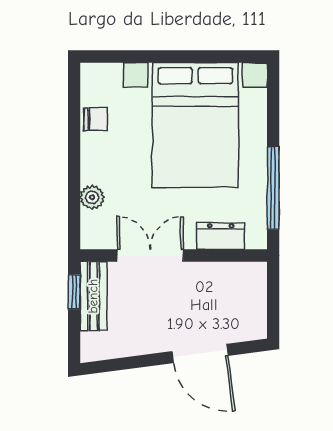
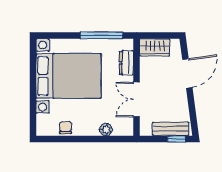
wardrobe: (250, 290) -> (155, 47), added
window: (74, 292) -> (176, 139), moved
bench: (93, 296) -> (171, 129), moved

